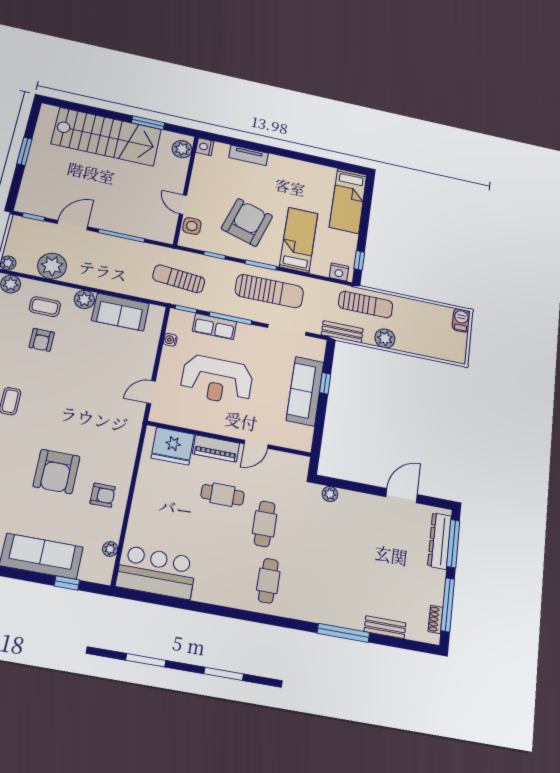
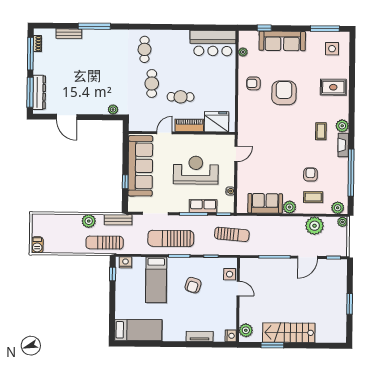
stairs: (106, 137) -> (289, 333), width x0.73, depth x0.66
bed: (348, 201) -> (138, 330), moved, turned 90
armchair: (247, 222) -> (193, 285), width x0.53, depth x0.53
sofa: (305, 391) -> (140, 166), width x1.36, depth x1.27
door: (402, 496) -> (67, 117), hinge flipped

